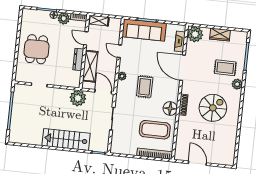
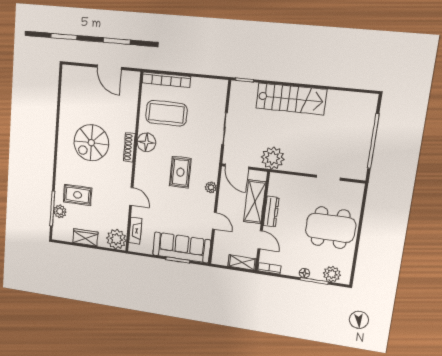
plant: (64, 18) -> (332, 274), moved
dining table: (37, 49) -> (331, 228), width x1.38
door: (182, 68) -> (131, 196), width x0.53
plant: (237, 84) -> (60, 211), moved

